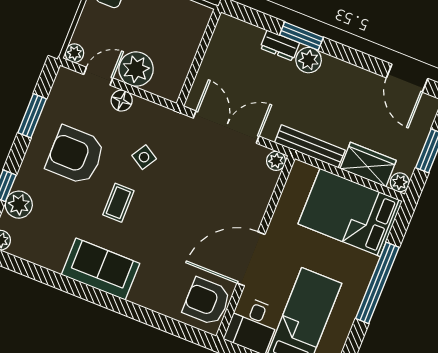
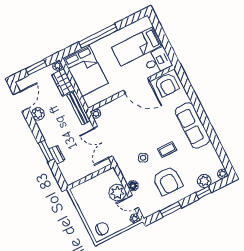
plant: (309, 60) -> (38, 114), moved
sofa: (100, 269) -> (193, 125), width x1.36

